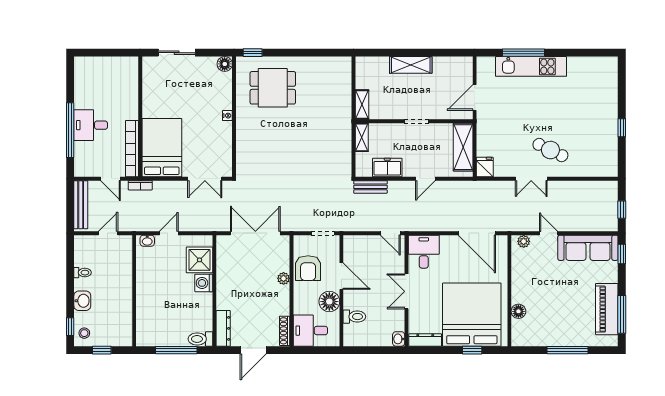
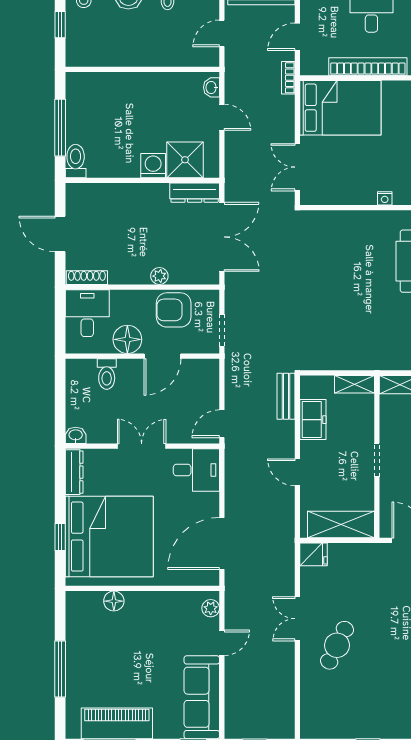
bookcase: (132, 149) -> (368, 66), moved
door: (108, 233) -> (222, 33), swing flipped
dresser: (223, 328) -> (195, 193), moved

